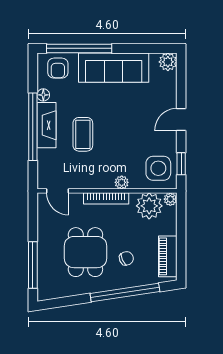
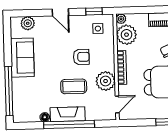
plant: (168, 62) -> (28, 23), moved
armchair: (58, 68) -> (81, 57), moved
sofa: (114, 68) -> (22, 58), width x0.73
side table: (158, 168) -> (98, 29), width x0.54, depth x0.54
plant: (122, 182) -> (106, 81), moved, width x1.87, depth x1.87

